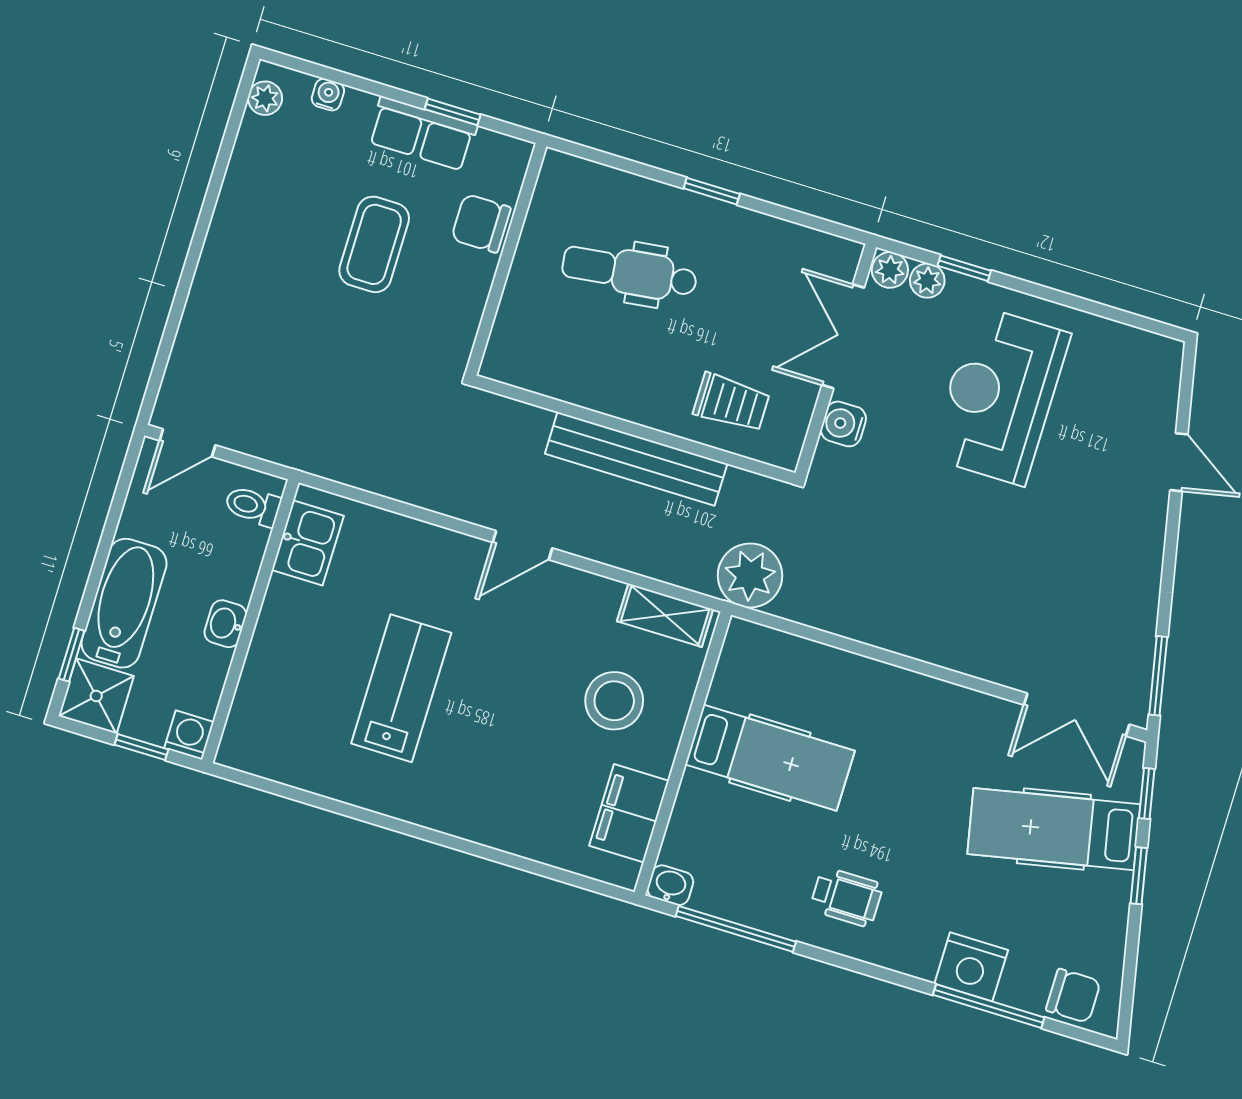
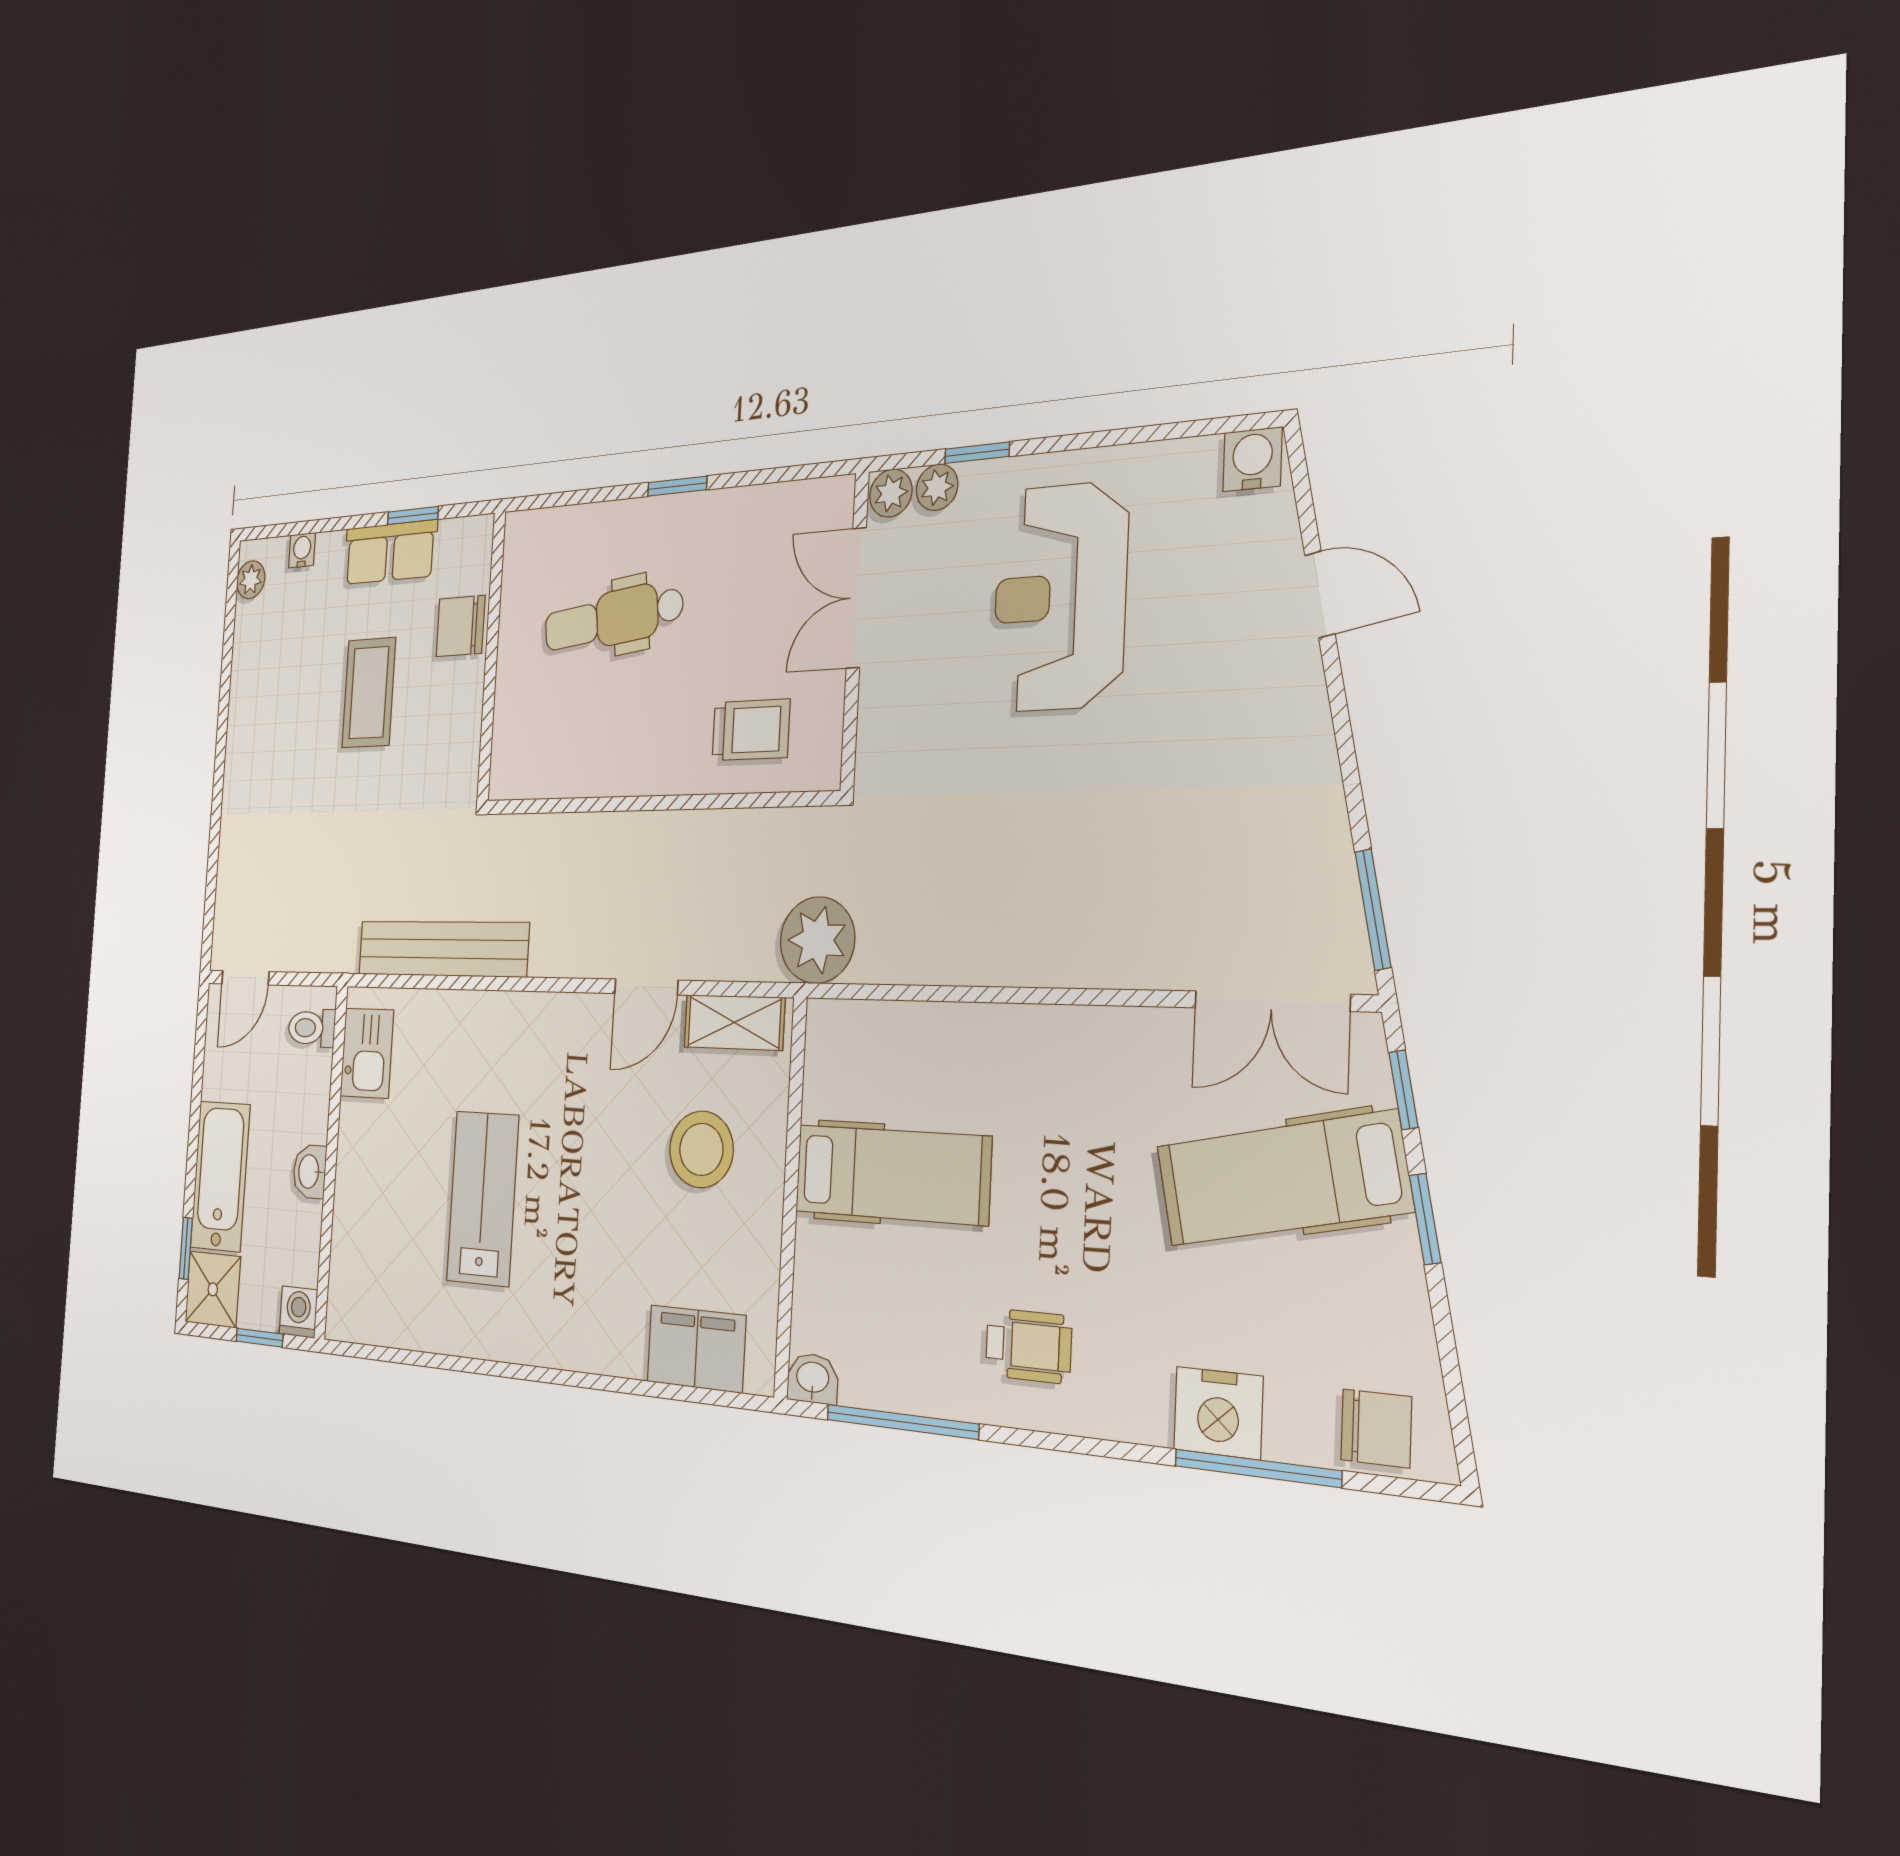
water cooler: (843, 424) -> (1252, 459), moved, turned 90
bench: (636, 459) -> (442, 949), moved
door: (522, 545) -> (646, 987), moved
filing cabinet: (629, 813) -> (696, 1349), moved, turned 90

